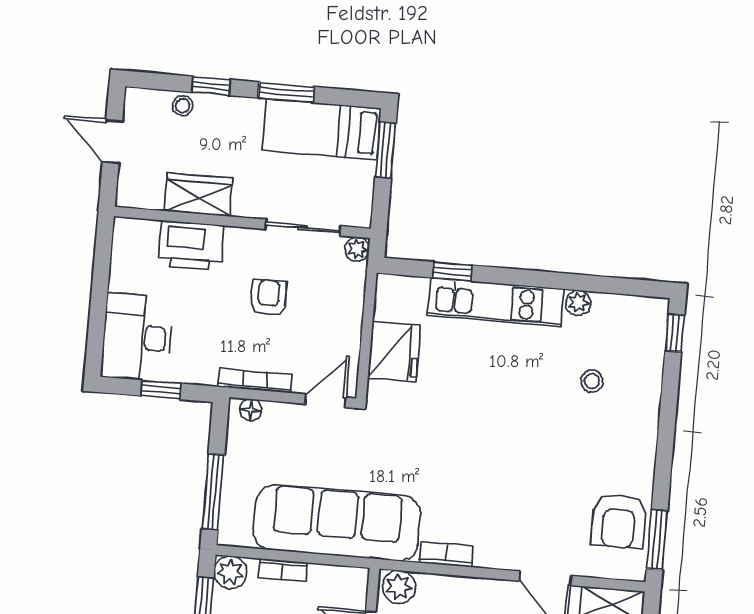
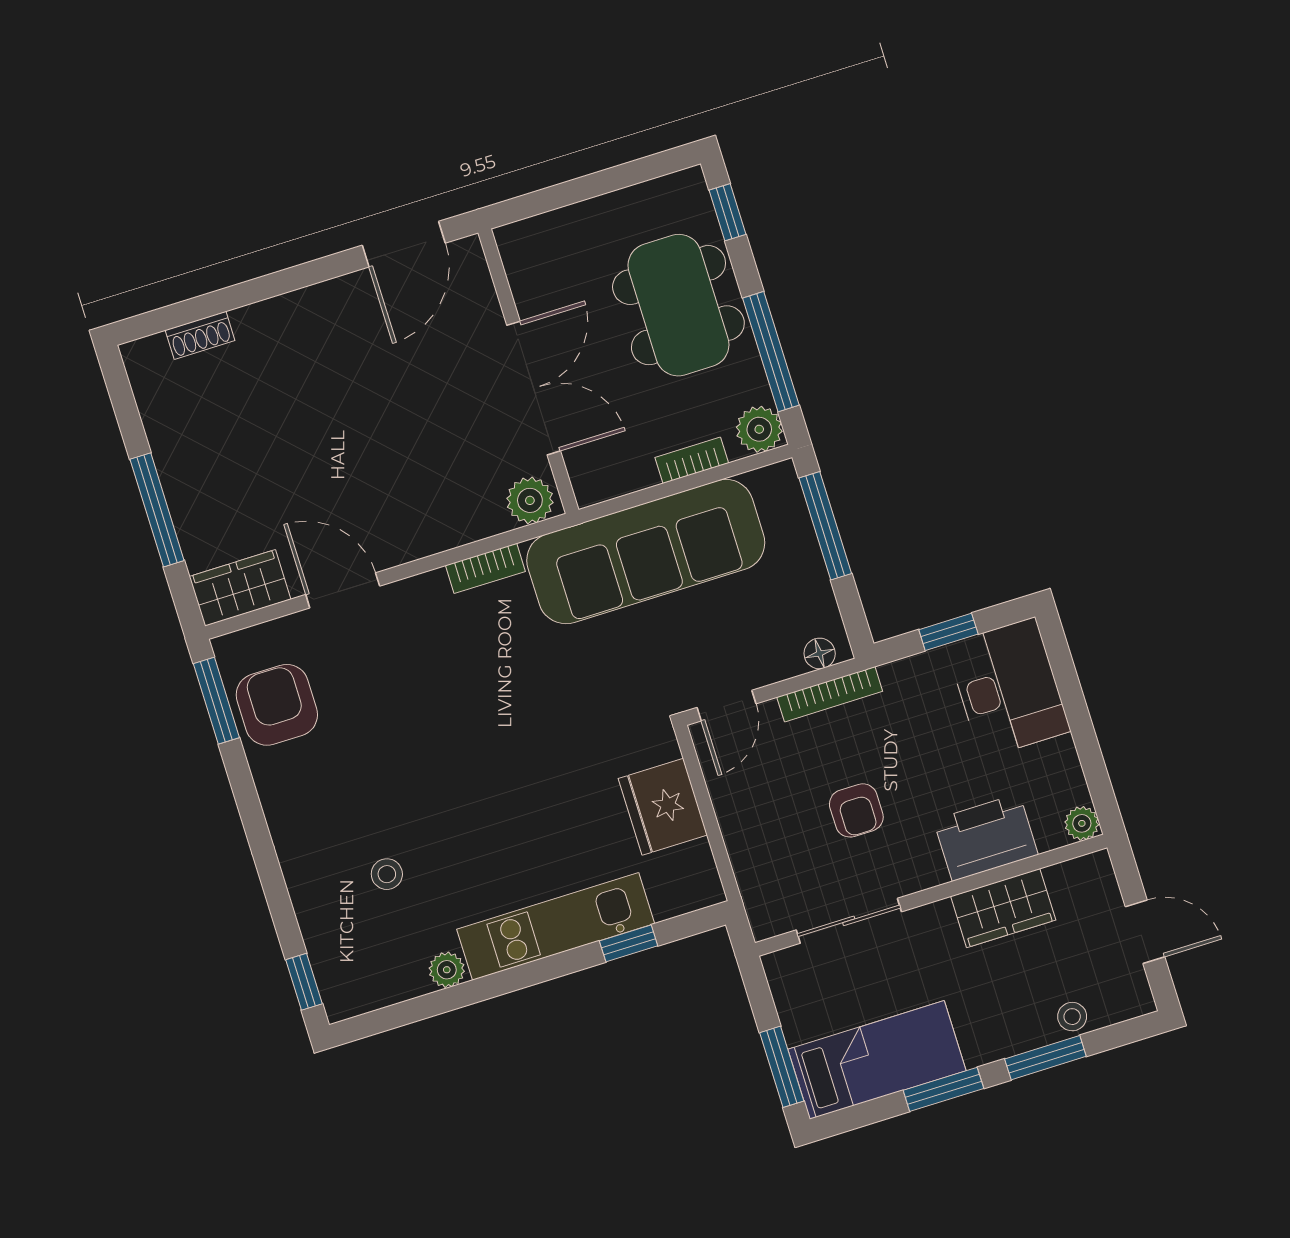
window: (211, 86) -> (1045, 1058), width x1.50
plant: (357, 249) -> (1082, 823), moved

